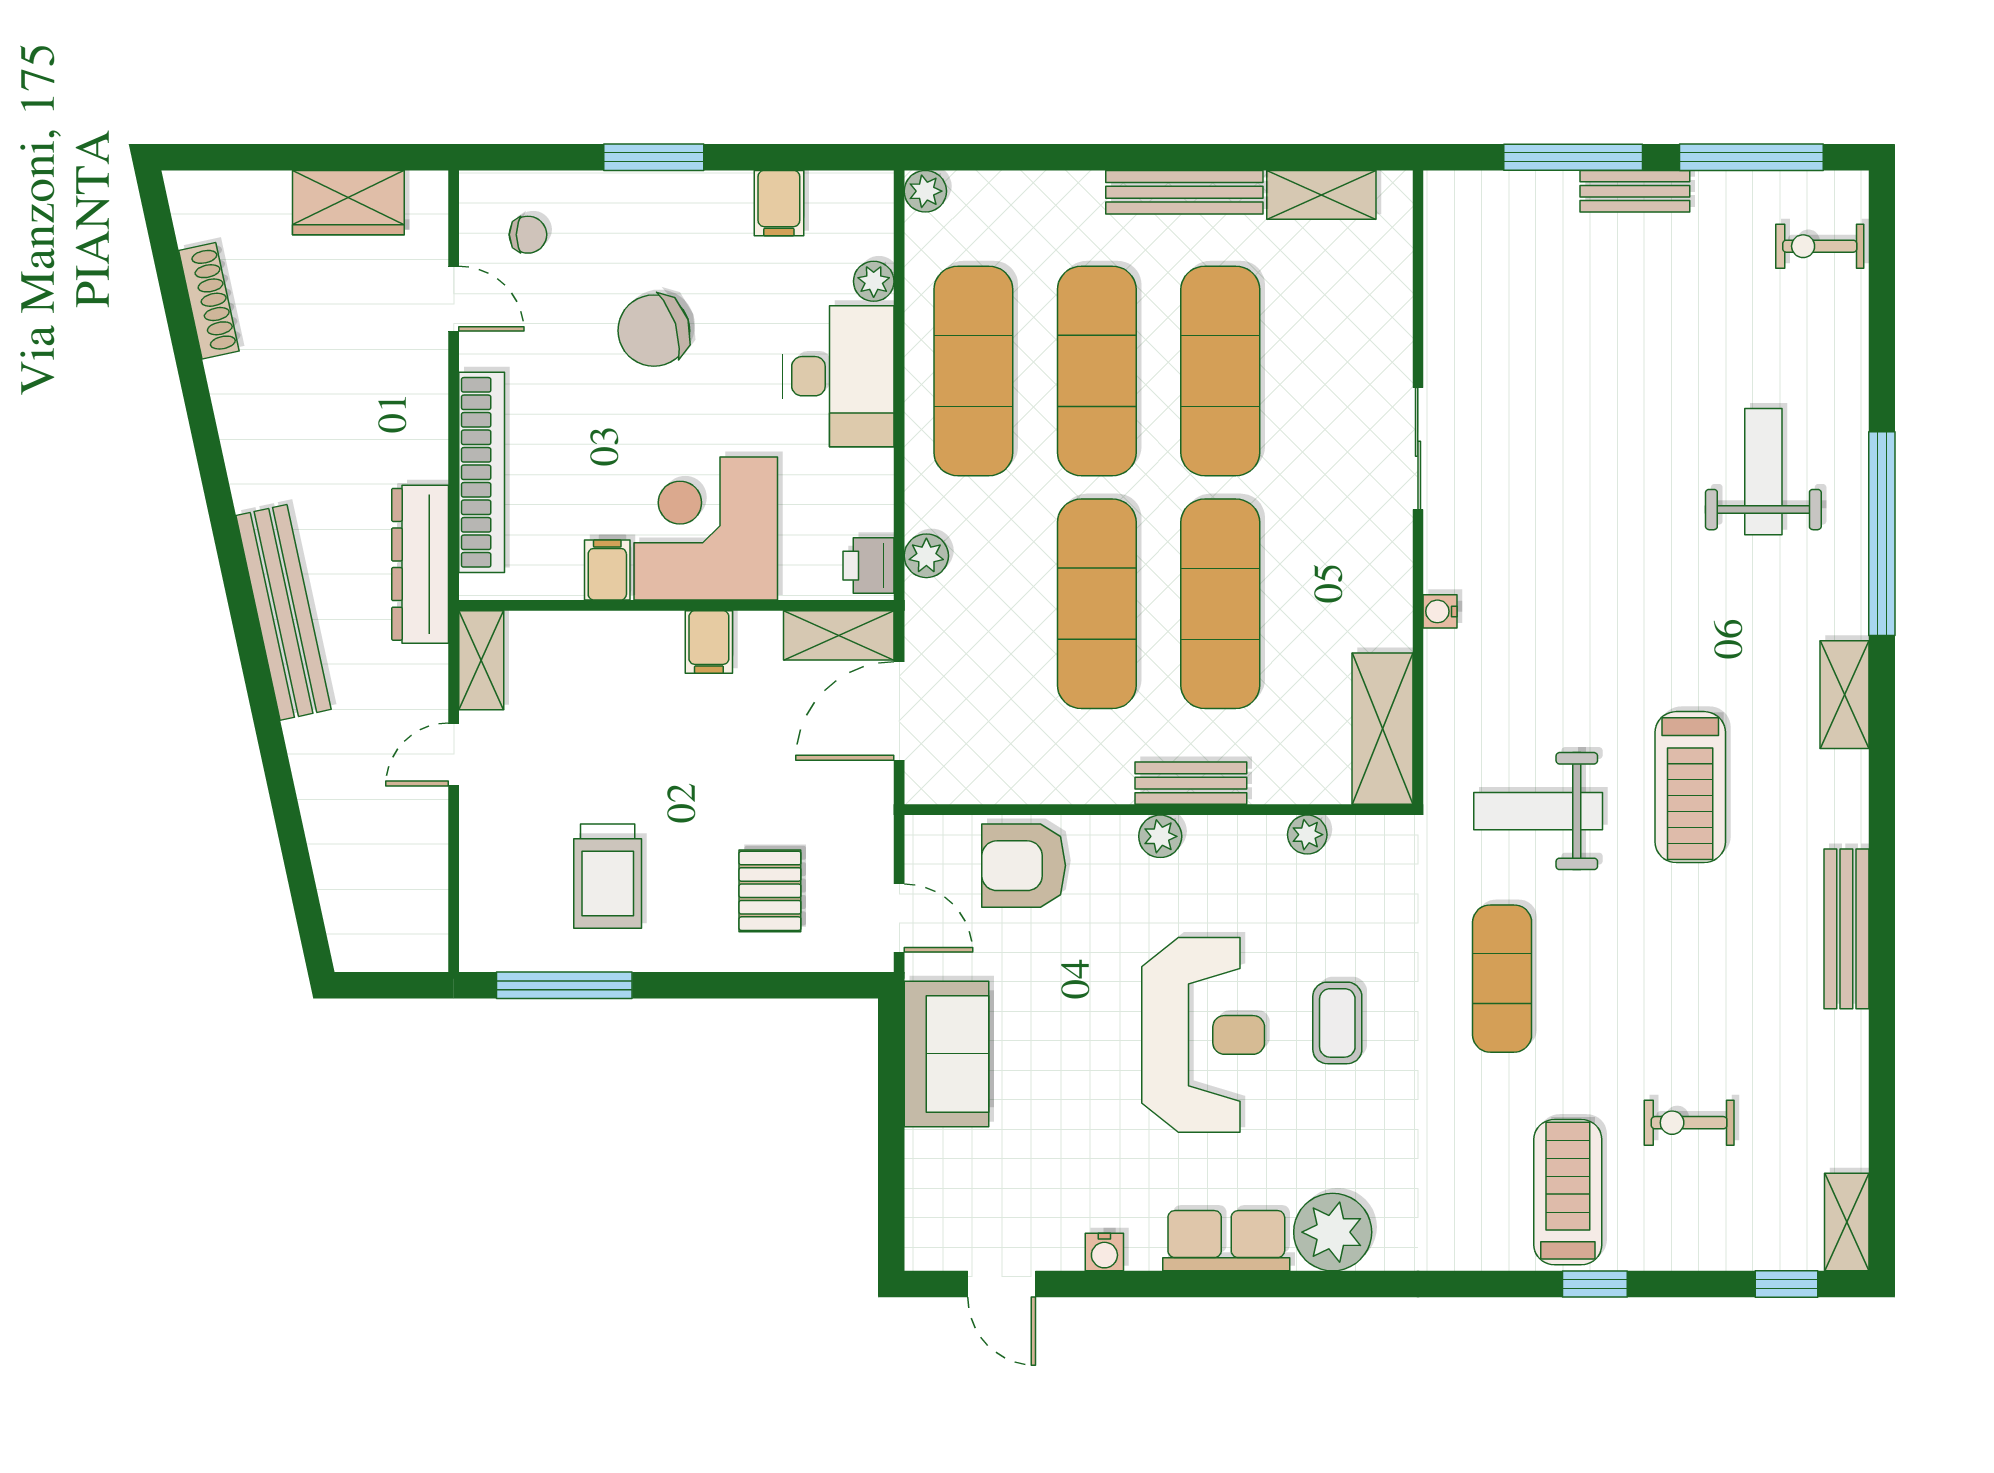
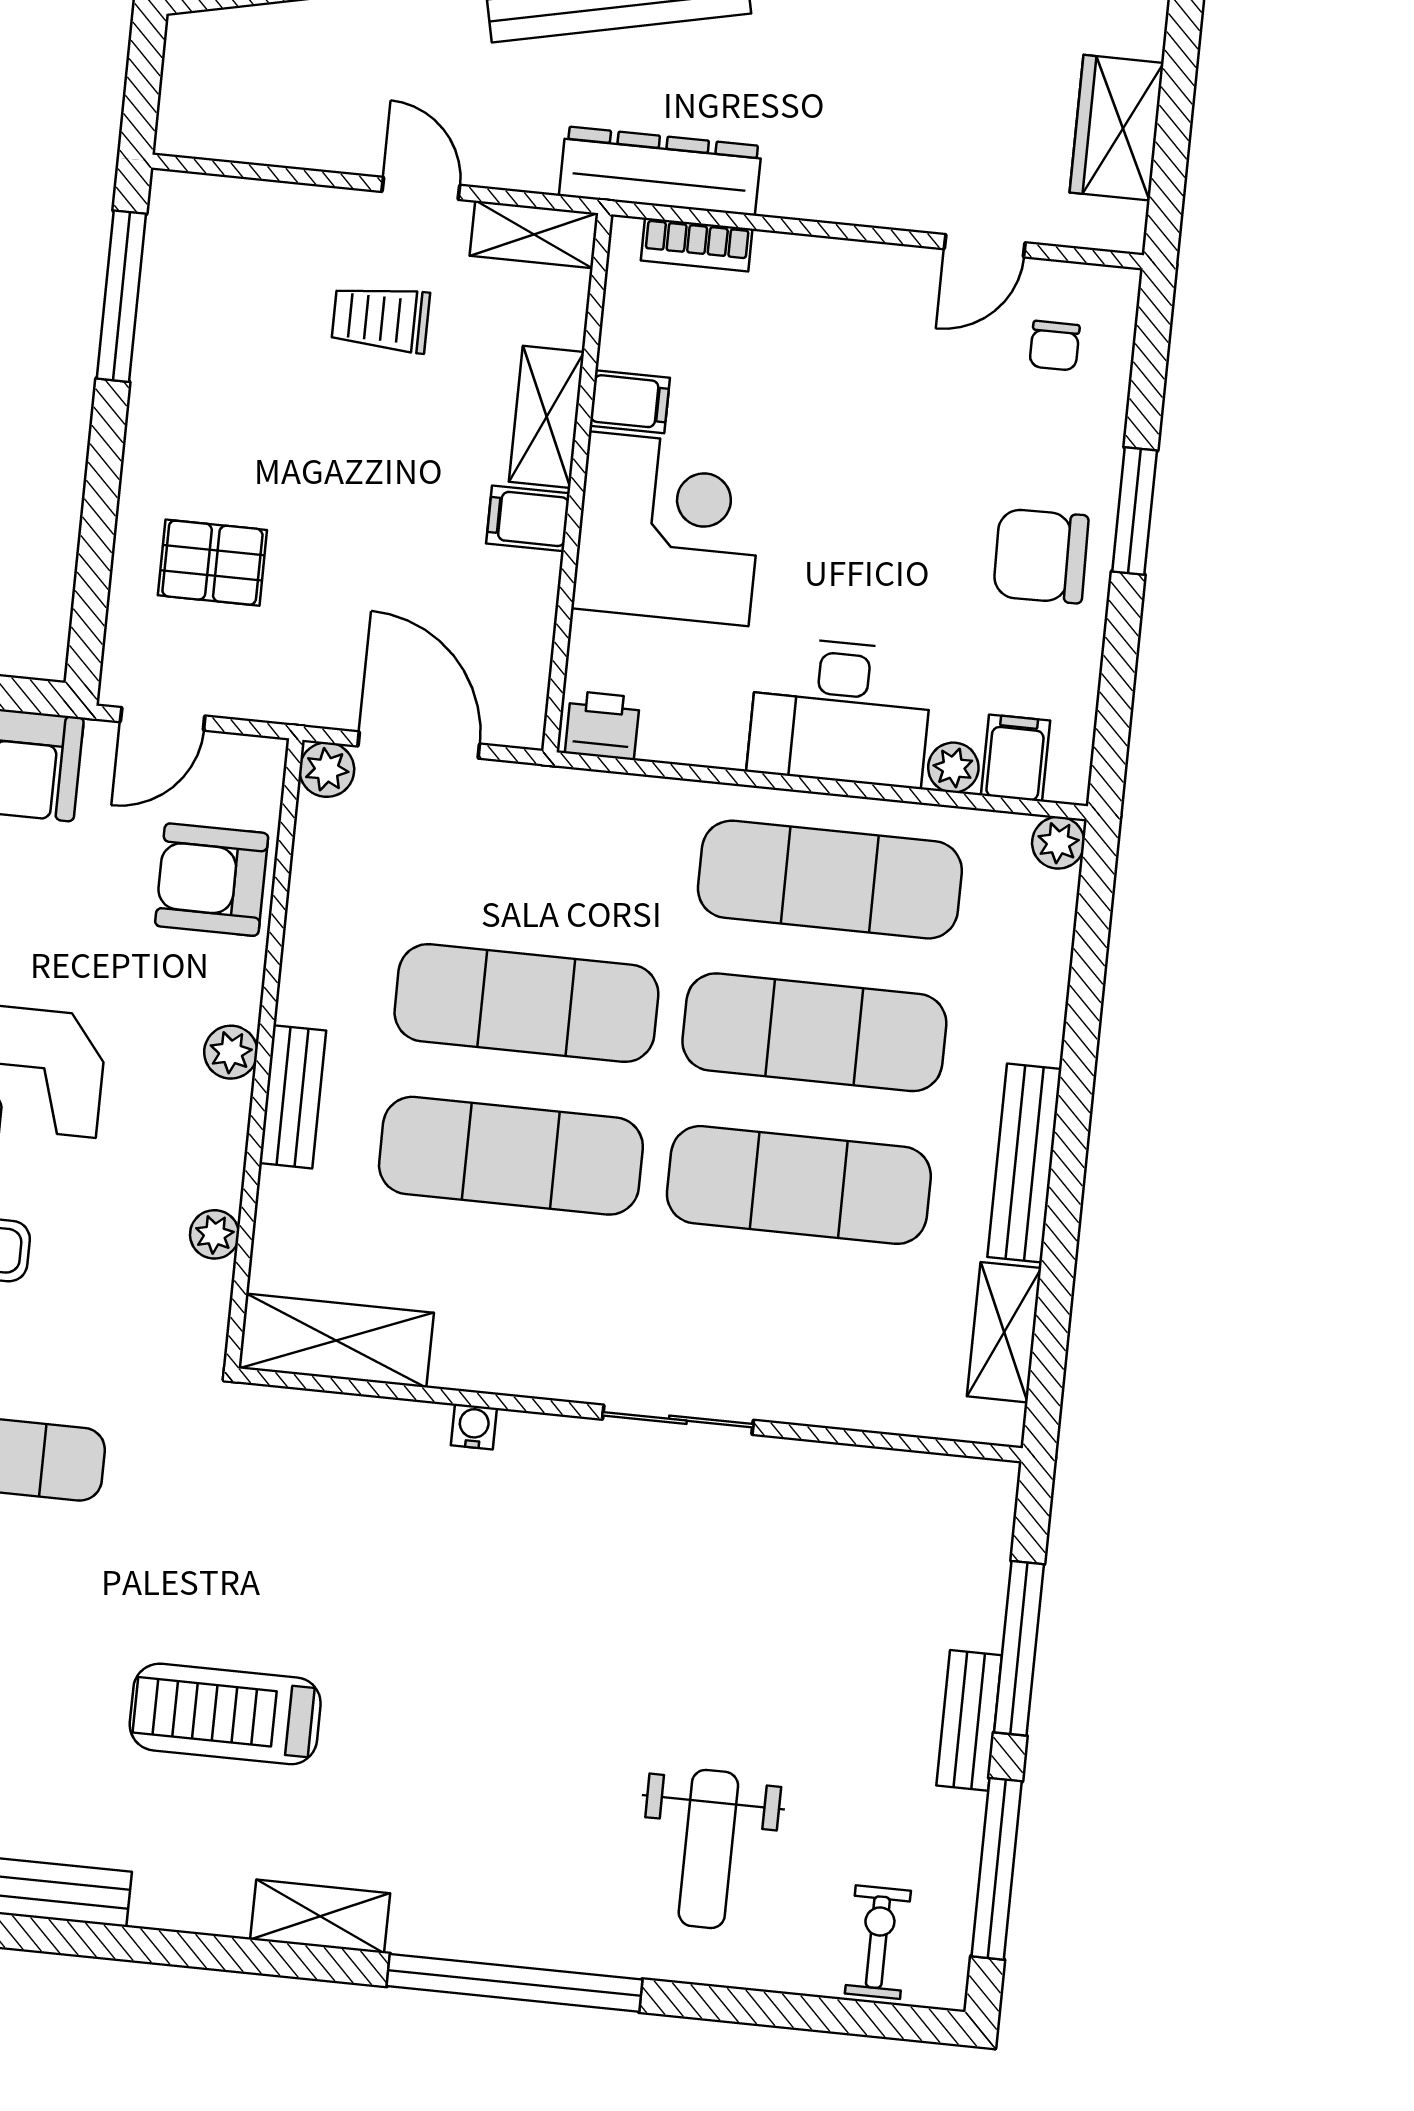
filing cabinet: (779, 203) -> (1016, 758), moved, turned 90
chair: (654, 331) -> (1041, 556), moved, turned -73
bookcase: (482, 472) -> (697, 245), width x0.43, depth x0.76
weight bench: (1763, 472) -> (708, 1849), moved, turned 90
plant: (926, 556) -> (327, 770), moved
shelving: (839, 635) -> (547, 417), moved
weight bench: (1538, 811) -> (215, 1523), removed
armchair: (1024, 866) -> (212, 880), turned -90
trolley: (608, 876) -> (381, 319), moved, width x0.73, depth x0.72

